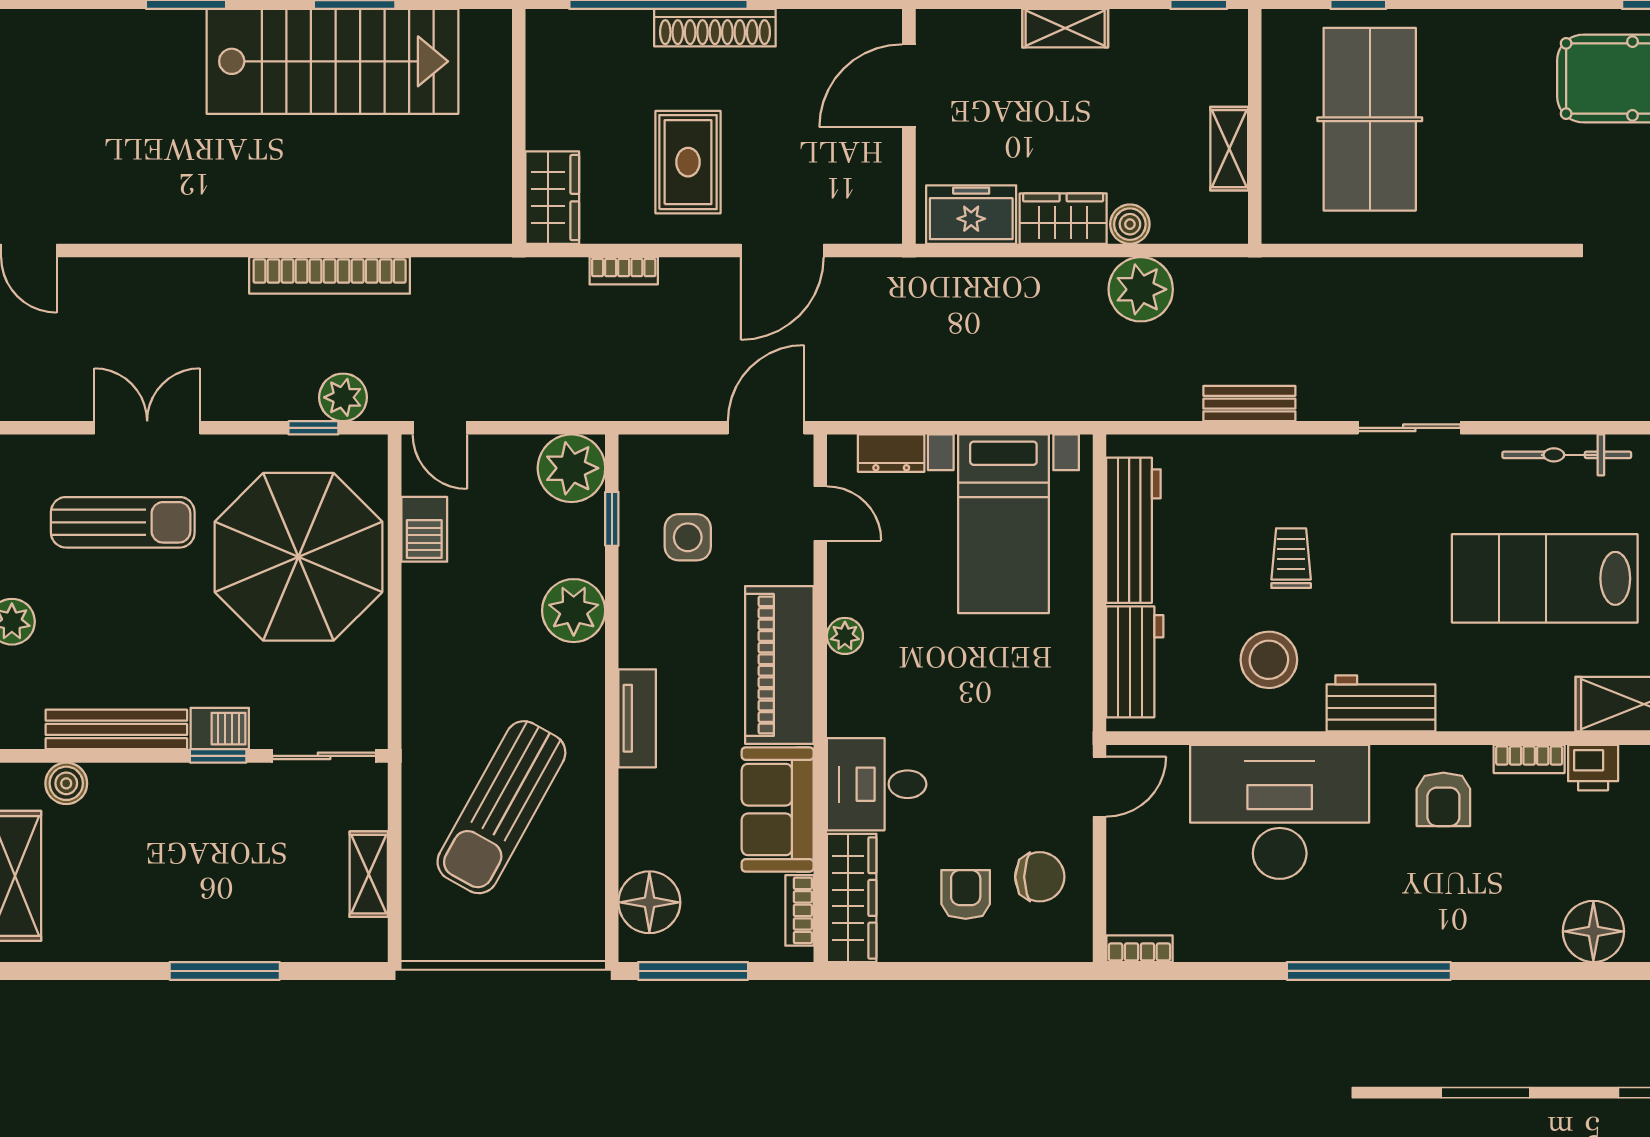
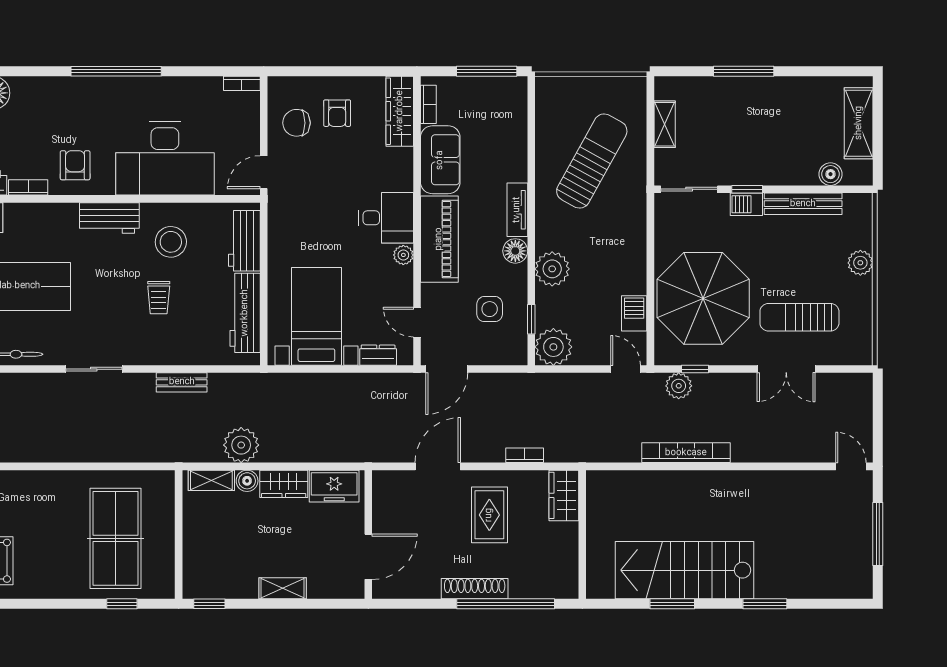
shelving: (1229, 149) -> (211, 480), moved, turned 90
desk: (877, 784) -> (386, 218), moved
floor lamp: (649, 902) -> (515, 251), moved, width x0.73, depth x0.73

